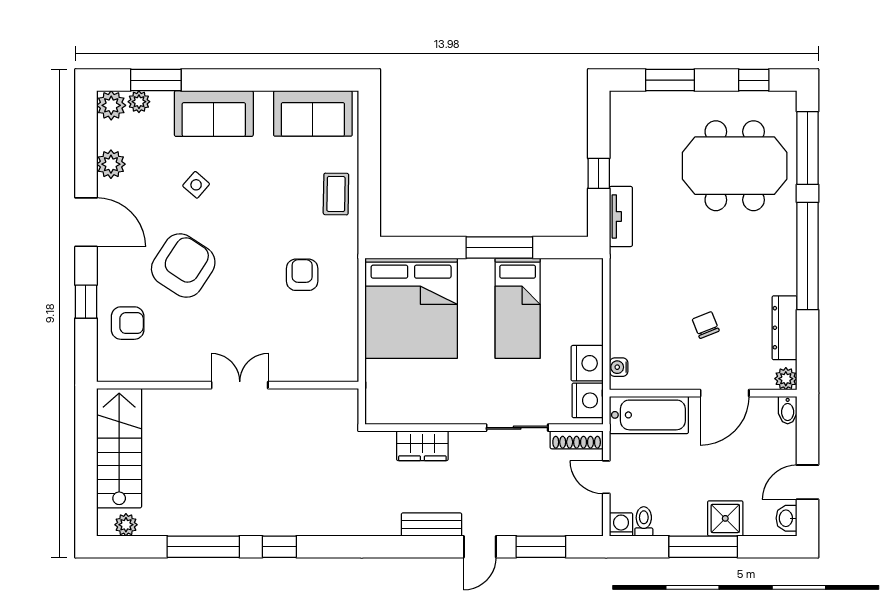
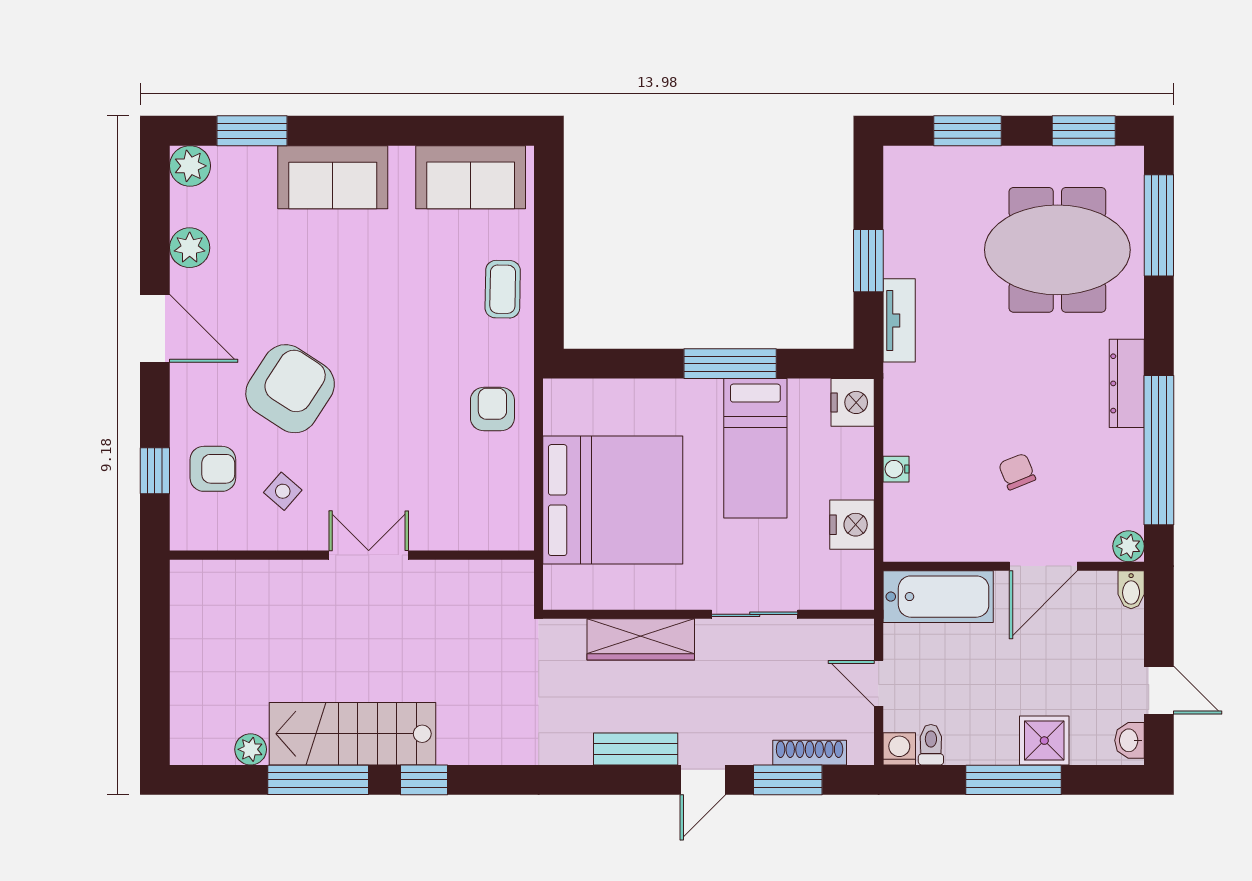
window: (754, 80) -> (1084, 131), width x1.50
plant: (139, 102) -> (229, 161), removed
window: (599, 173) -> (868, 261), width x1.50
side table: (196, 185) -> (283, 491), moved
window: (808, 256) -> (1159, 450), moved
armchair: (302, 275) -> (492, 409), moved
window: (86, 302) -> (155, 471), moved
bed: (411, 308) -> (613, 500), moved, turned -90
dresser: (785, 328) -> (1127, 383), moved
water cooler: (619, 367) -> (896, 469), moved
nightstand: (588, 400) -> (853, 402), moved
shoe rack: (577, 440) -> (810, 753), moved, turned 180
wardrobe: (422, 446) -> (641, 639), width x1.50
stairs: (119, 448) -> (352, 734), moved, turned -90
door: (808, 482) -> (1159, 690), swing flipped
plant: (126, 525) -> (251, 749), moved

